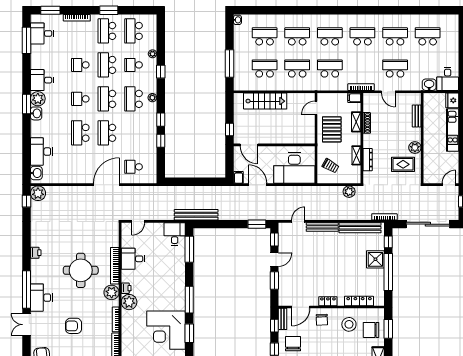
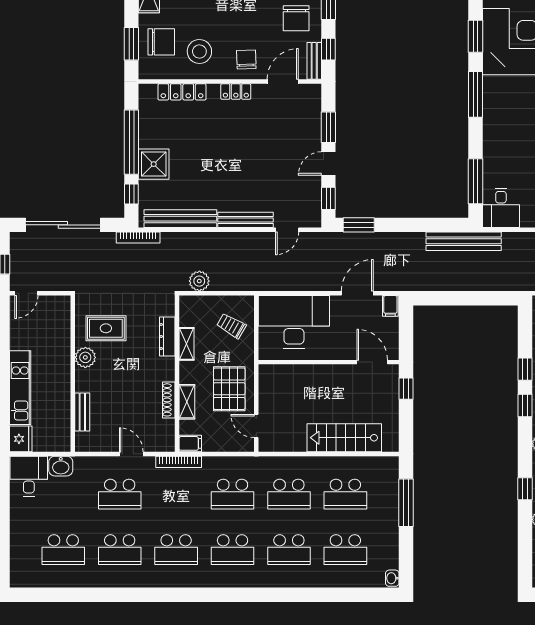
door: (316, 108) -> (256, 426), swing flipped
door: (258, 185) -> (357, 293), swing flipped

